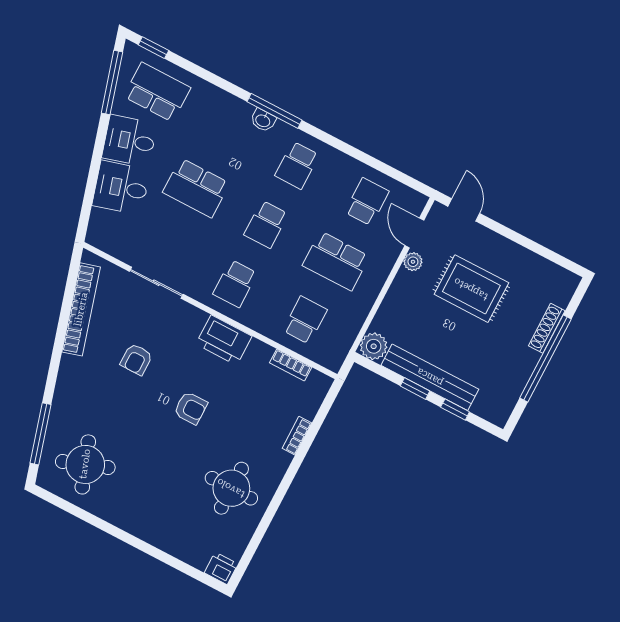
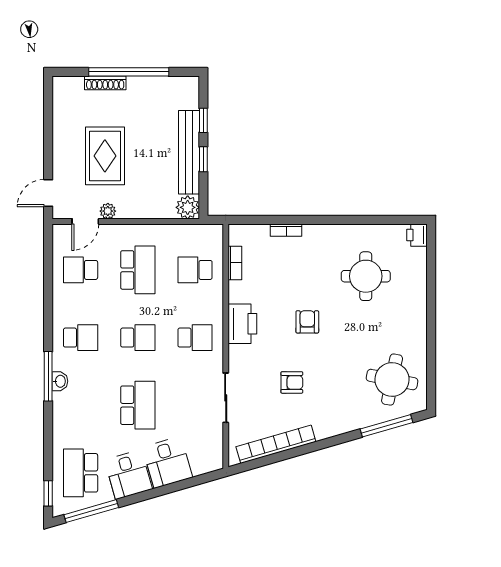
round table: (85, 464) -> (392, 380), turned 31
round table: (231, 488) -> (366, 276), moved

